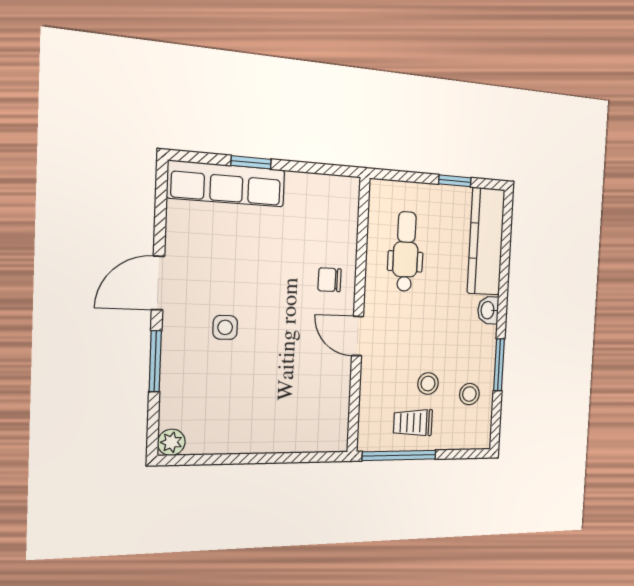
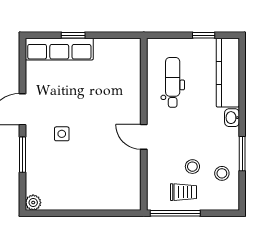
chair: (330, 280) -> (124, 103), removed
trolley: (413, 423) -> (183, 192), turned 180

